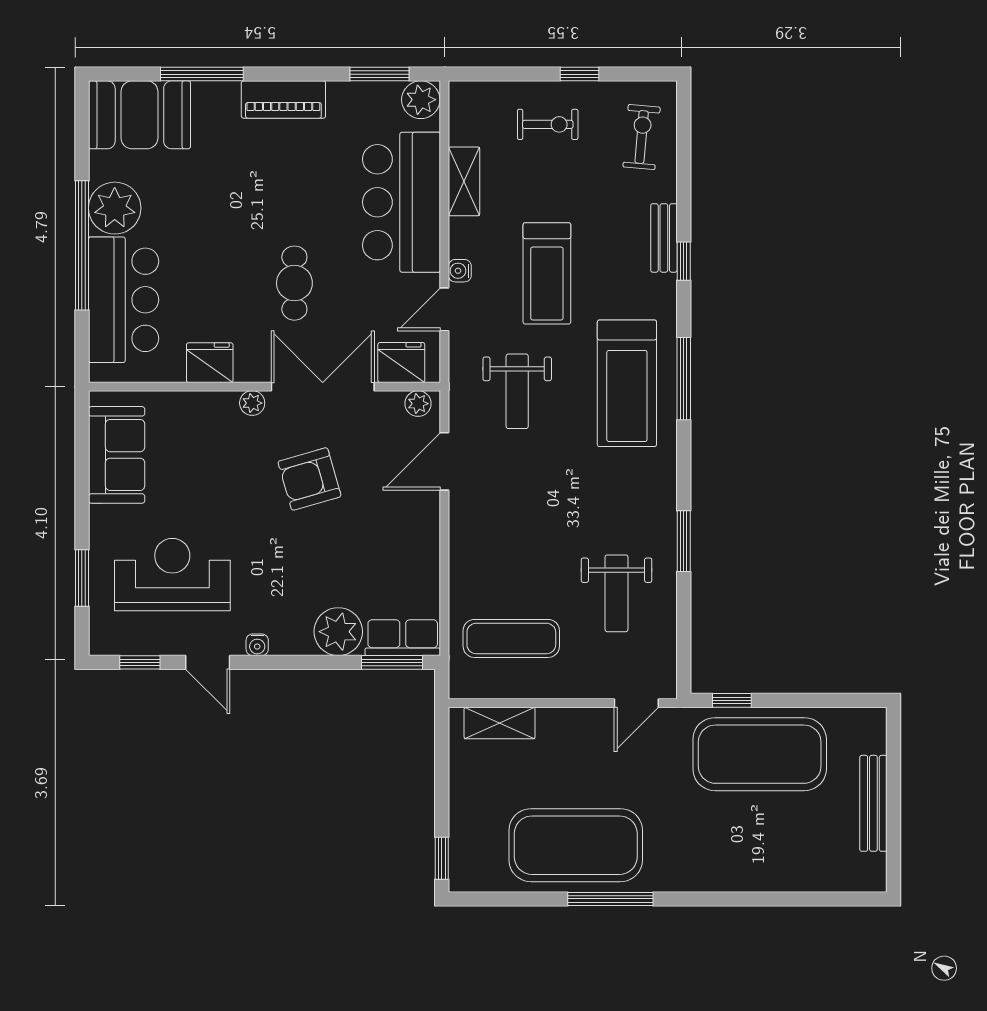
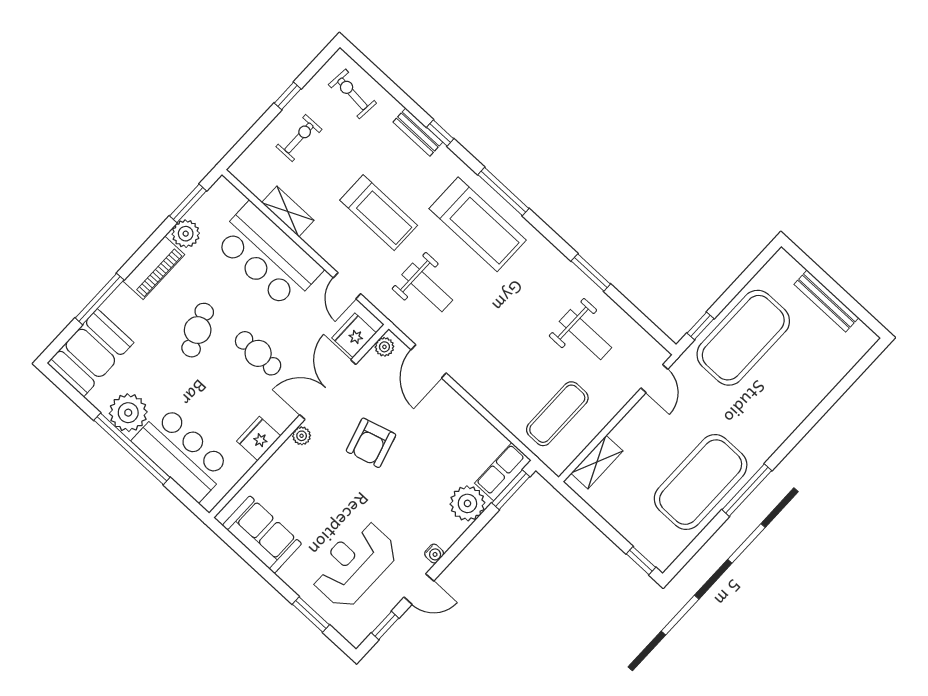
plant: (421, 100) -> (186, 234), moved
cafe table: (262, 201) -> (198, 330), added
water cooler: (460, 271) -> (334, 258), removed

